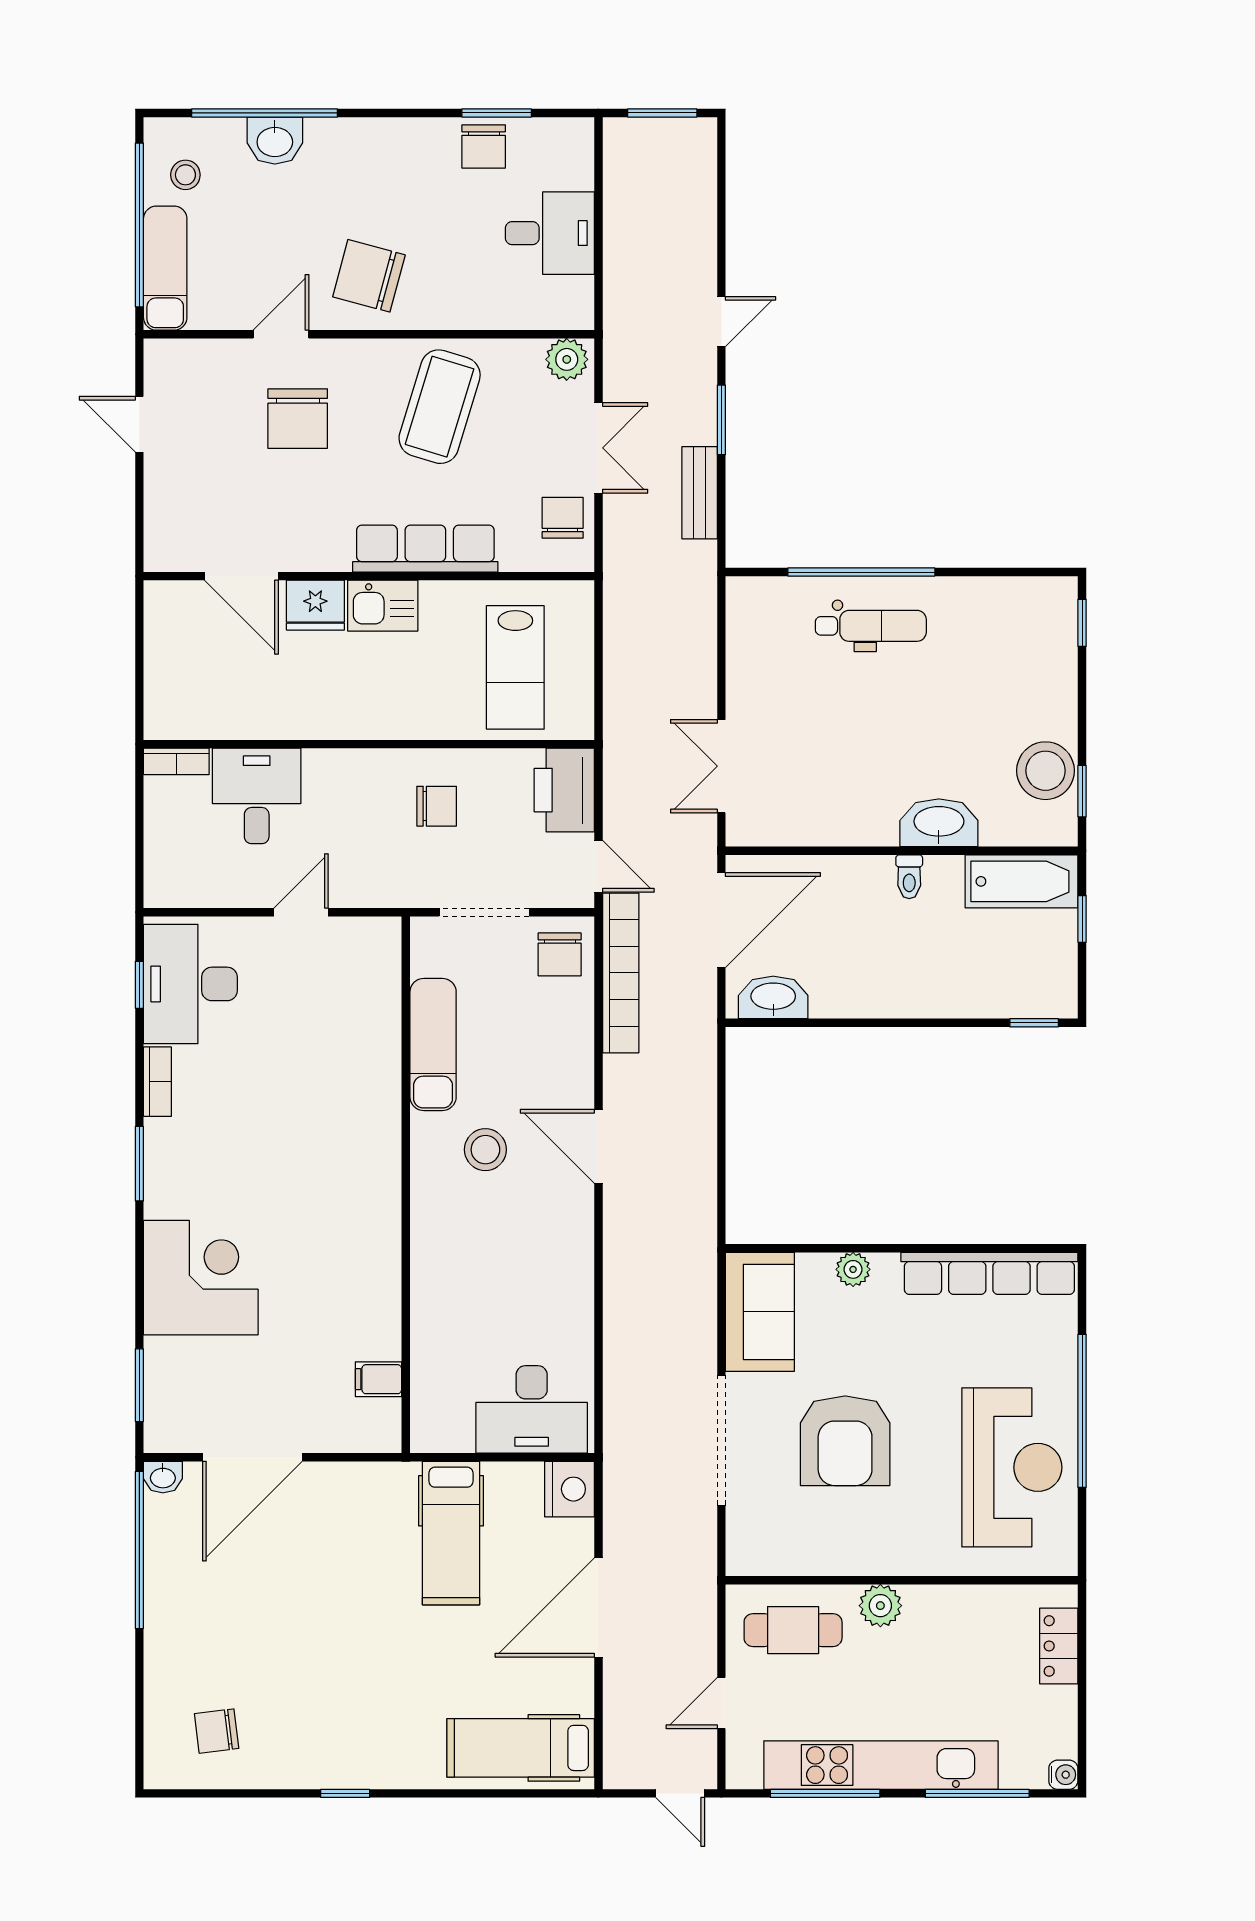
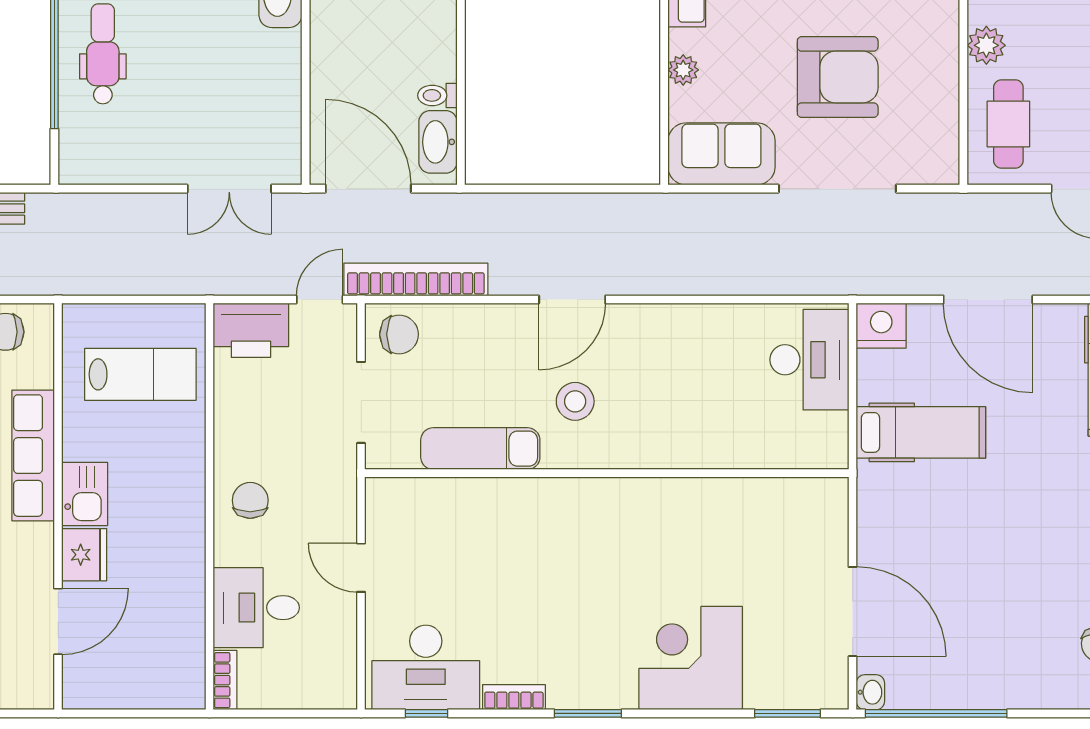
chair: (437, 806) -> (250, 500), moved
toilet: (909, 877) -> (437, 95), moved, turned 180
filing cabinet: (379, 1379) -> (782, 498), removed

